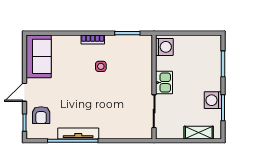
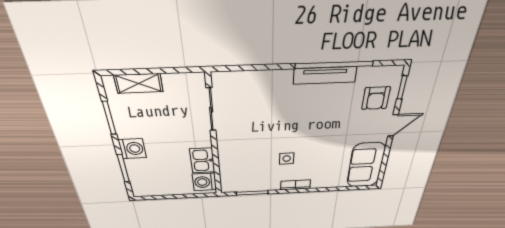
kitchen sink: (164, 83) -> (202, 160), moved
washing machine: (213, 100) -> (132, 149), moved
armchair: (41, 115) -> (376, 98), turned 180

